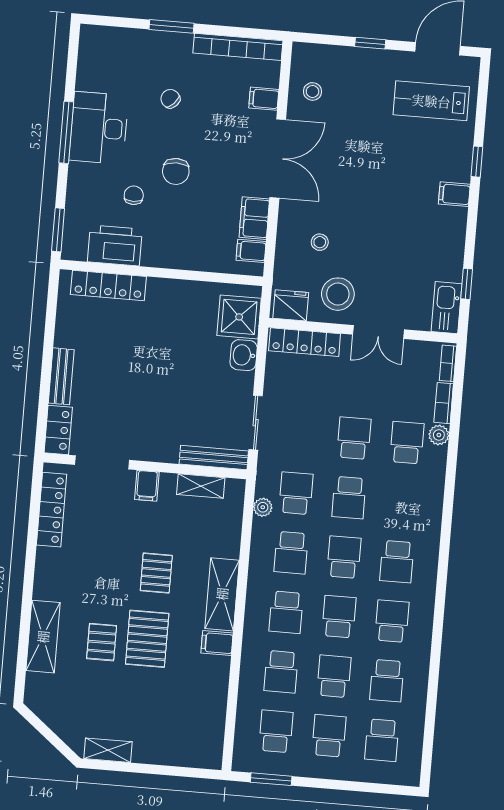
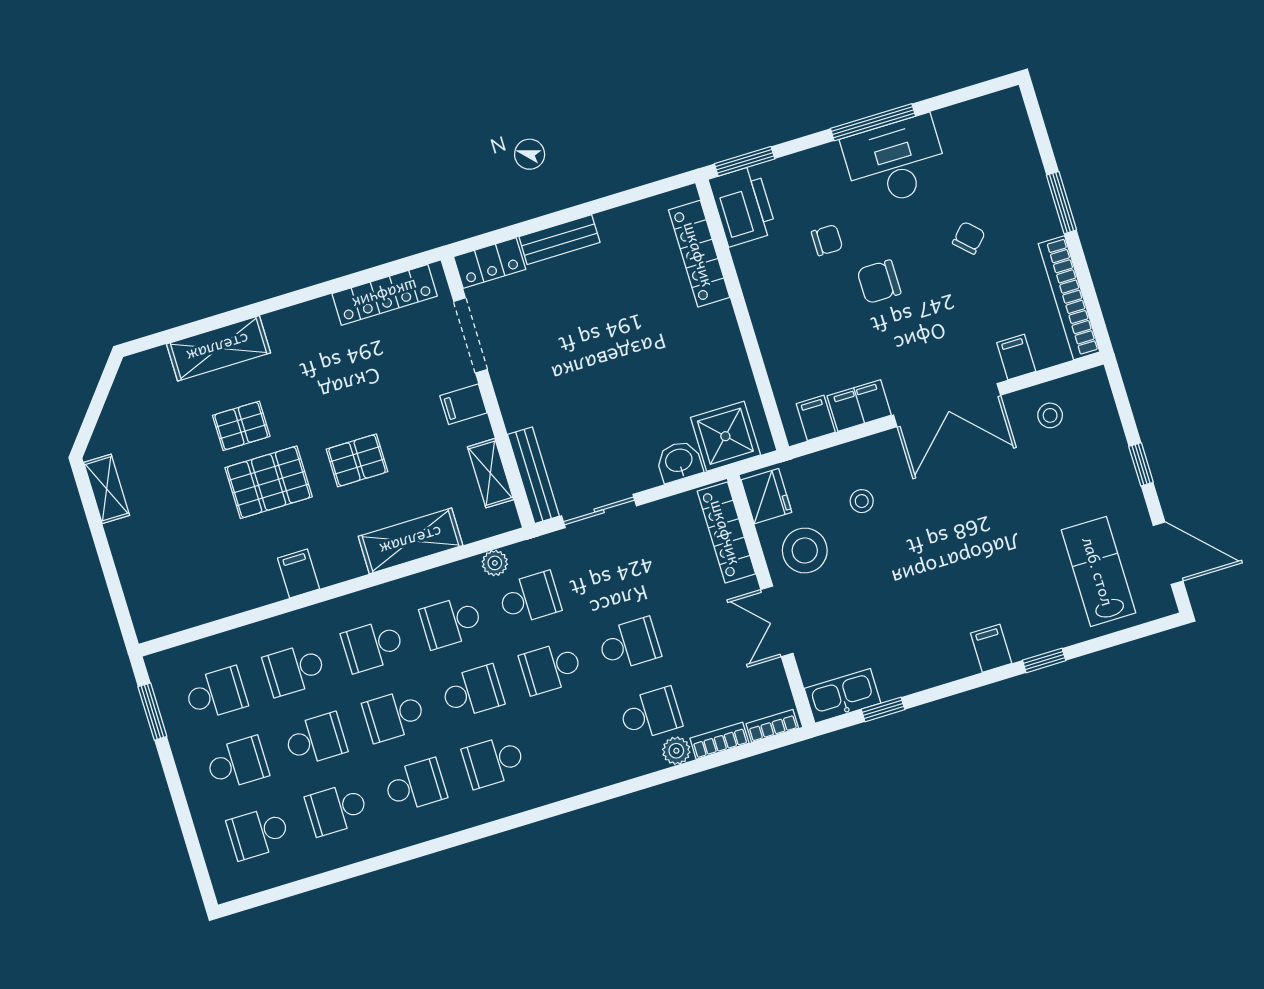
printer: (115, 245) -> (743, 206), moved
shelving: (222, 594) -> (411, 541), moved
school desk: (339, 617) -> (394, 716), turned 180

